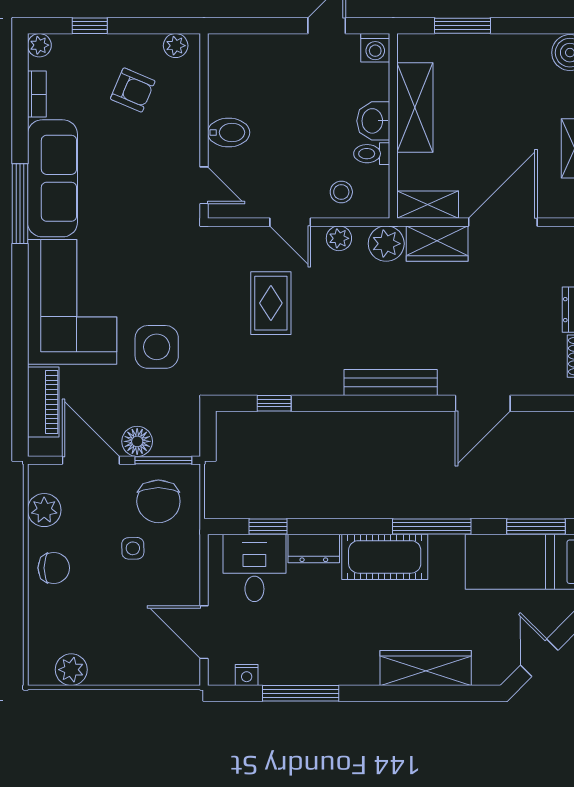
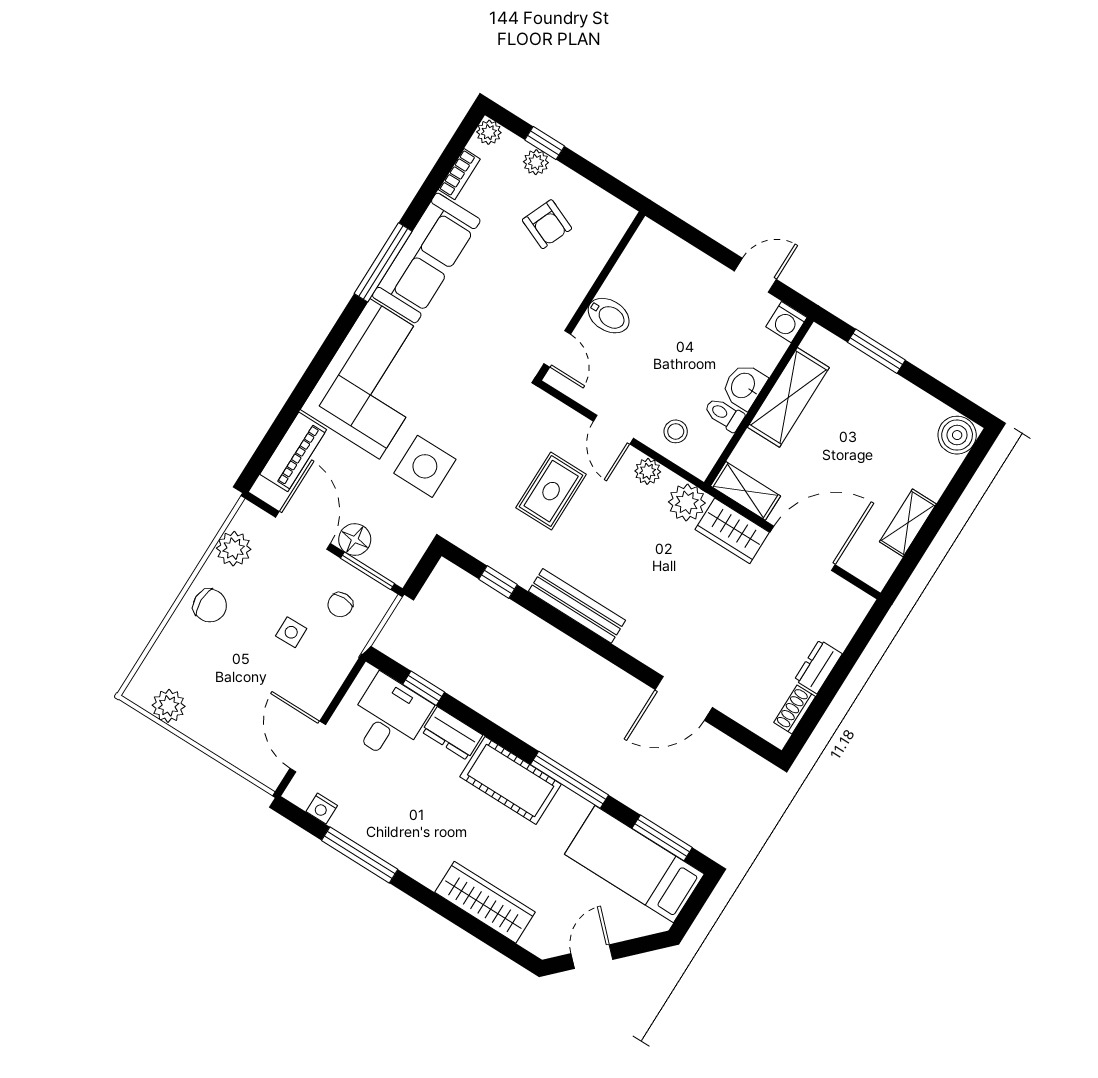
plant: (176, 46) -> (536, 162), moved
bench: (391, 383) -> (577, 606), moved
chair: (158, 501) -> (340, 605), width x0.54, depth x0.54

